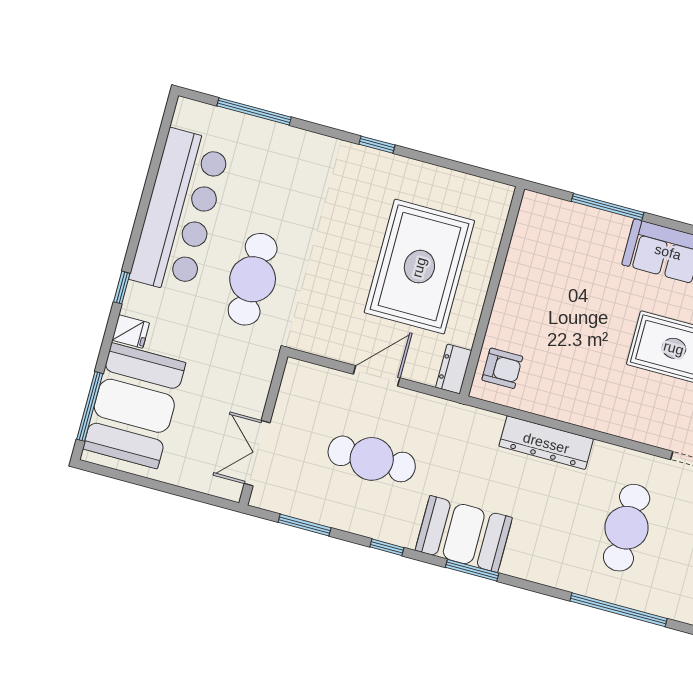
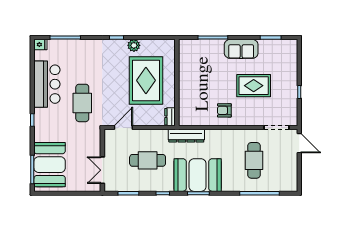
plant: (413, 175) -> (134, 45), added
bar counter: (180, 211) -> (47, 84), width x0.73
fridge: (131, 331) -> (40, 45), moved
armchair: (502, 368) -> (224, 110), moved, turned 180
door: (377, 376) -> (123, 128), moved
dresser: (546, 443) -> (186, 136), moved
booth: (464, 534) -> (198, 175), width x1.36, depth x1.42

